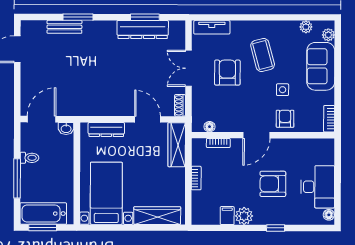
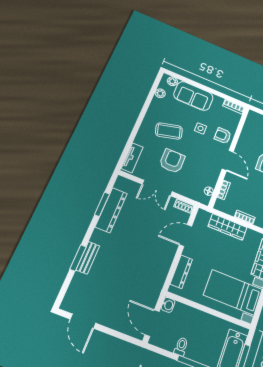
bench: (64, 27) -> (88, 258), moved
armchair: (227, 73) -> (172, 161), turned 90
wardrobe: (177, 145) -> (227, 227), moved

